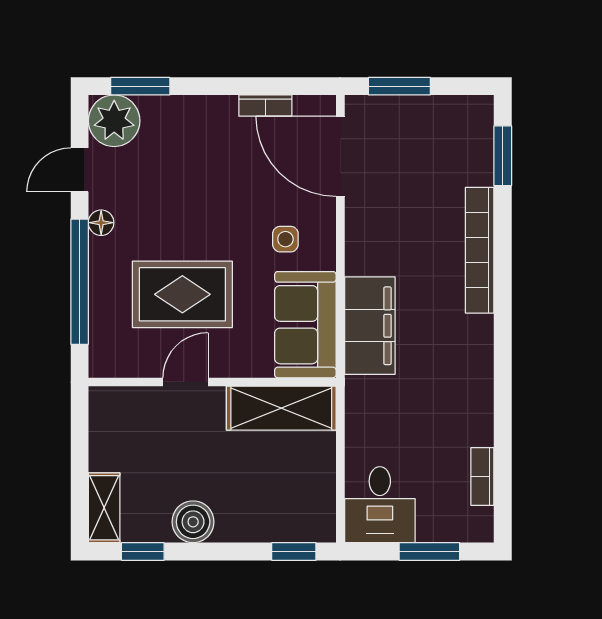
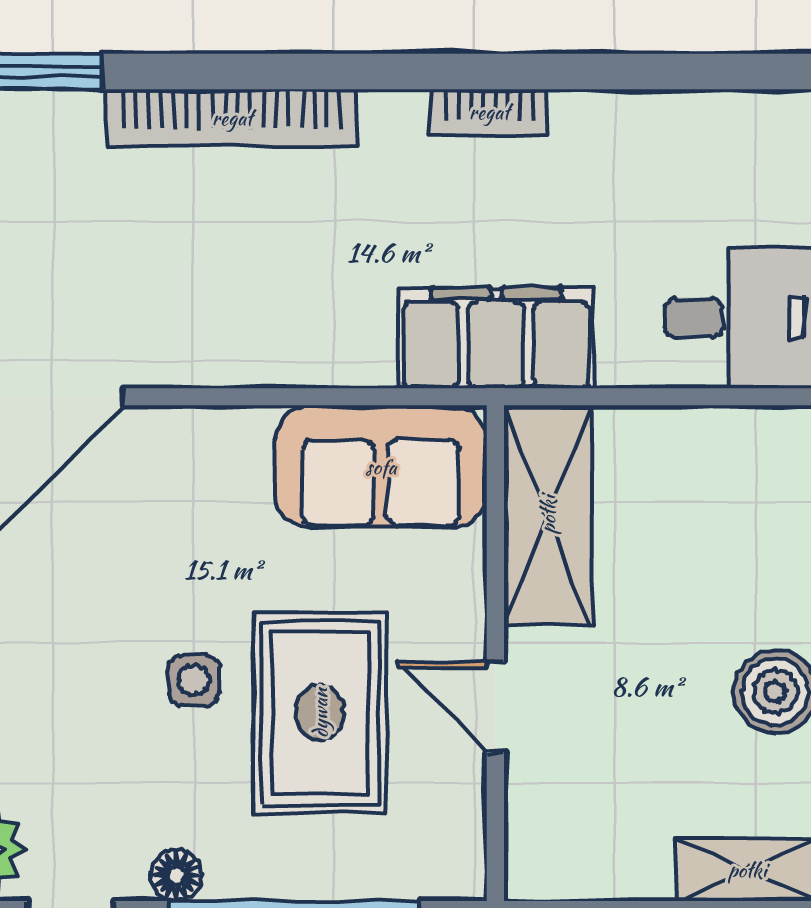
side table: (285, 239) -> (194, 680), moved
filing cabinet: (370, 326) -> (496, 338), moved
bookcase: (482, 477) -> (489, 112), moved

